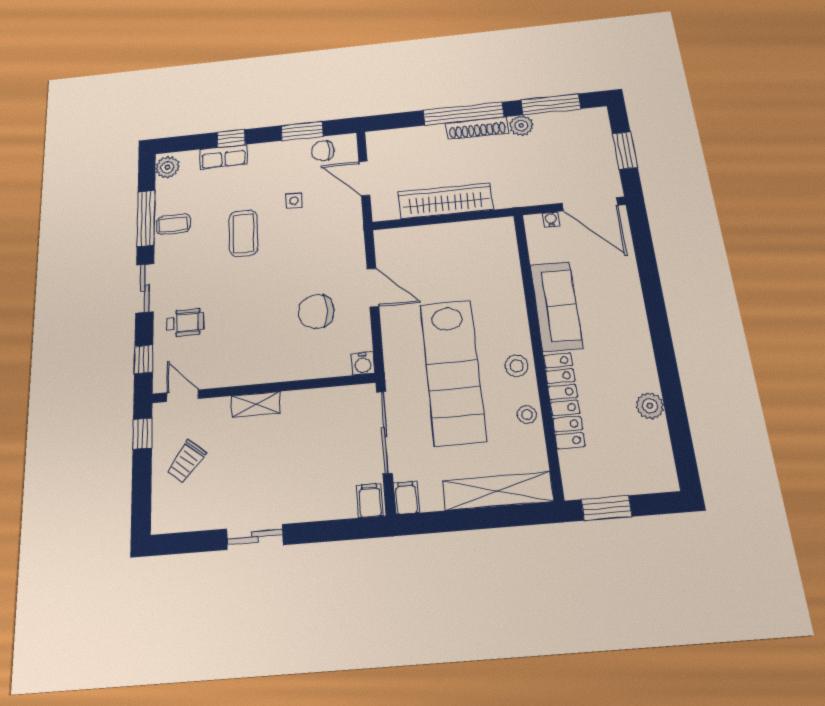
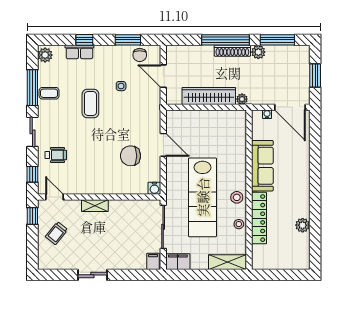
chair: (323, 151) -> (140, 55), turned -90
plant: (503, 200) -> (242, 99), added
shelving: (498, 491) -> (228, 262), width x0.68
filing cabinet: (406, 498) -> (178, 262), width x2.00
window: (607, 508) -> (272, 275), removed

